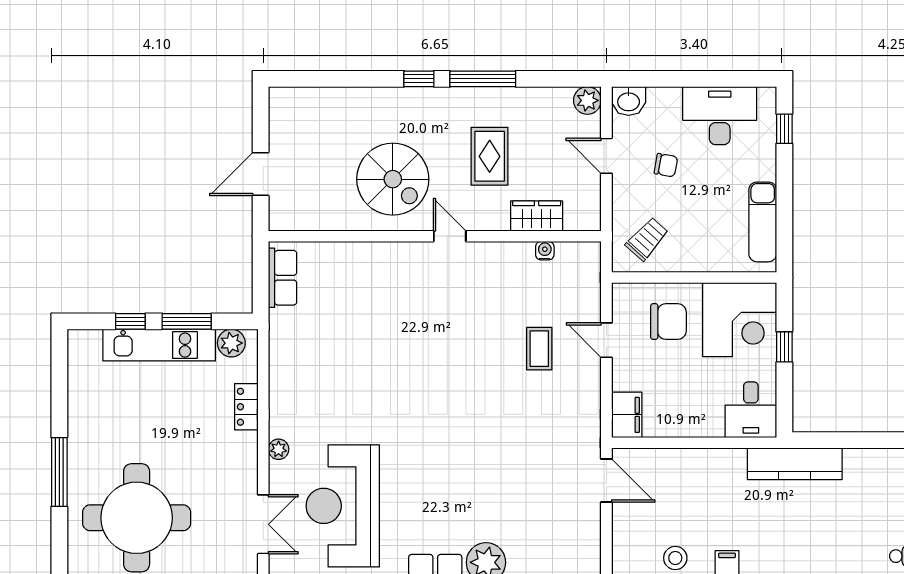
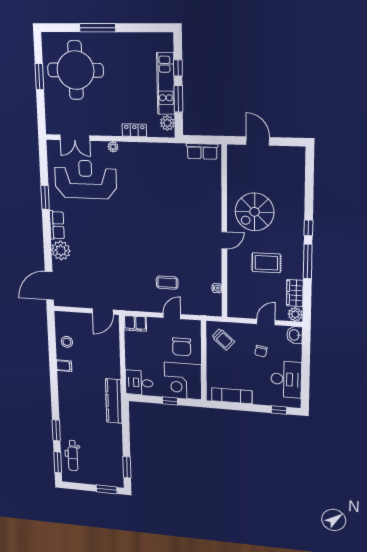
wardrobe: (537, 216) -> (295, 293), moved, turned 180

